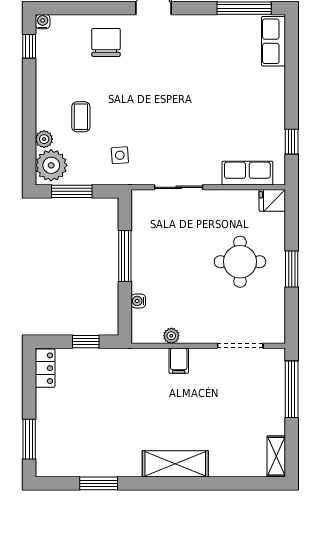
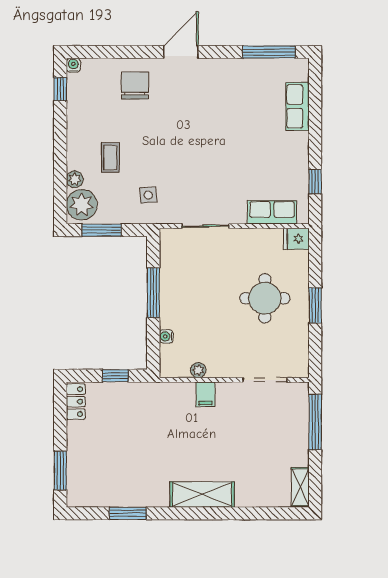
row of seats: (274, 41) -> (298, 106), moved

